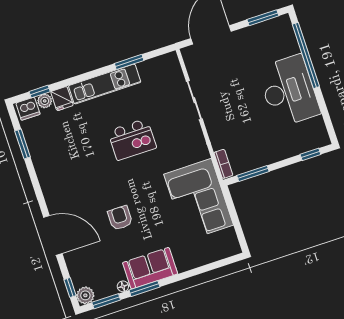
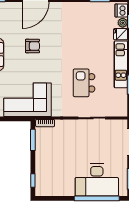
desk: (289, 91) -> (97, 180), moved
kitchen island: (132, 139) -> (84, 83), moved

